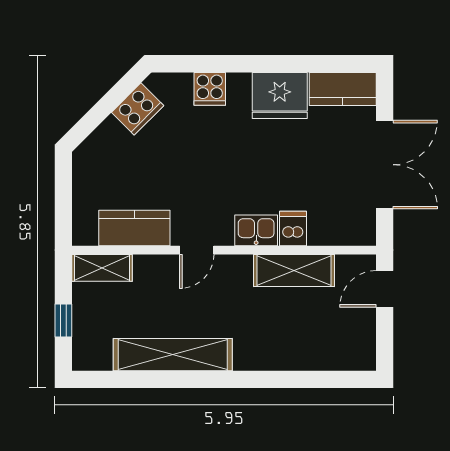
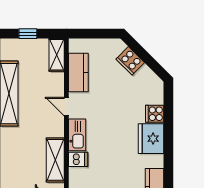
fridge: (280, 95) -> (151, 139), moved
cooker: (138, 109) -> (130, 61), moved
kitchen sink: (256, 230) -> (77, 135), width x1.38

